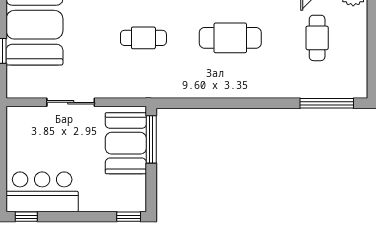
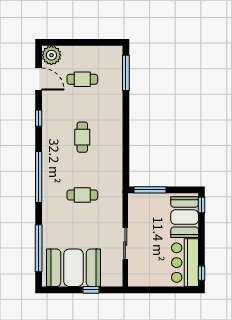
cafe table: (143, 38) -> (82, 195), turned 90
cafe table: (230, 38) -> (82, 137), width x0.73, depth x0.74
booth: (126, 143) -> (185, 217), moved, turned 90

